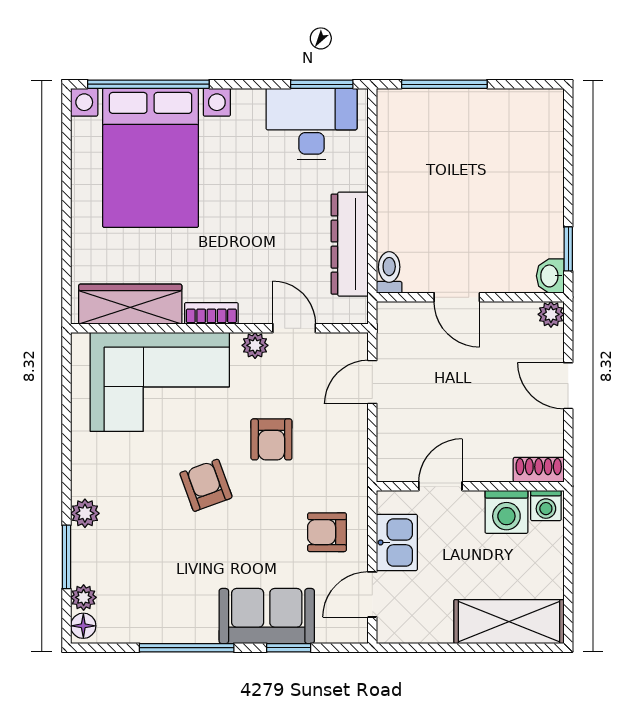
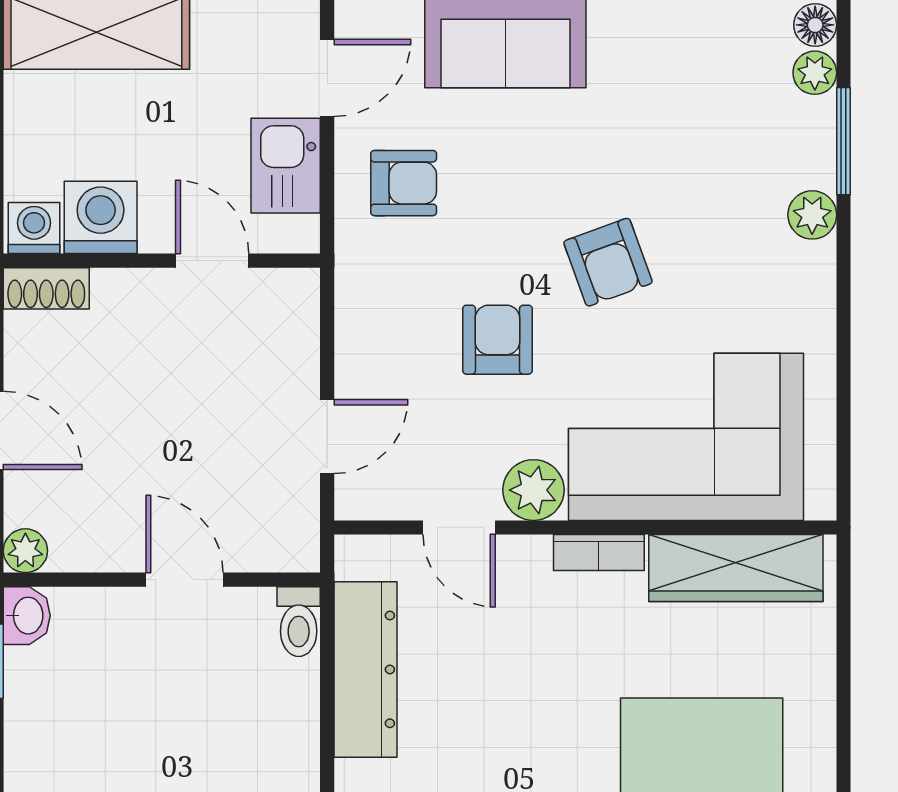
plant: (255, 345) -> (534, 490), width x1.38, depth x1.38
door: (440, 486) -> (212, 261), swing flipped

